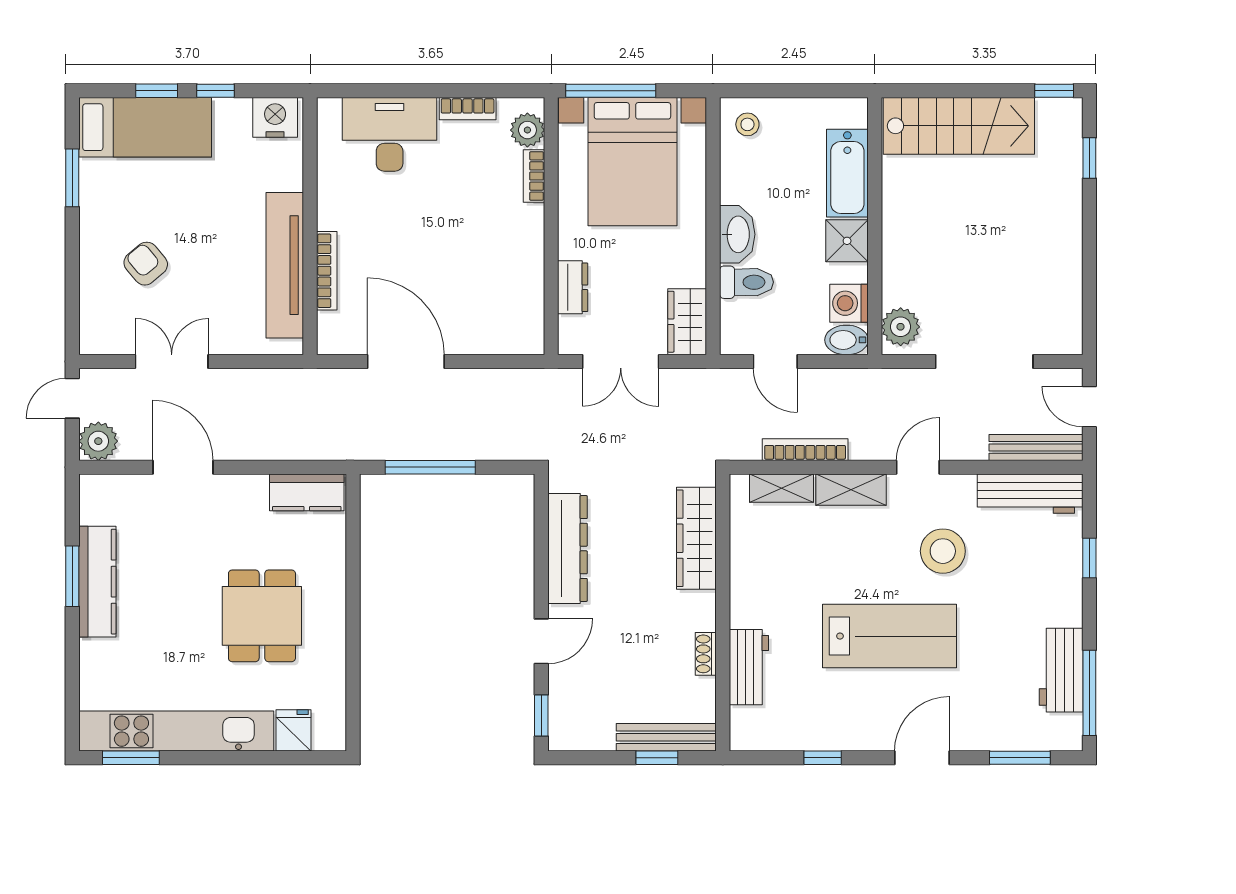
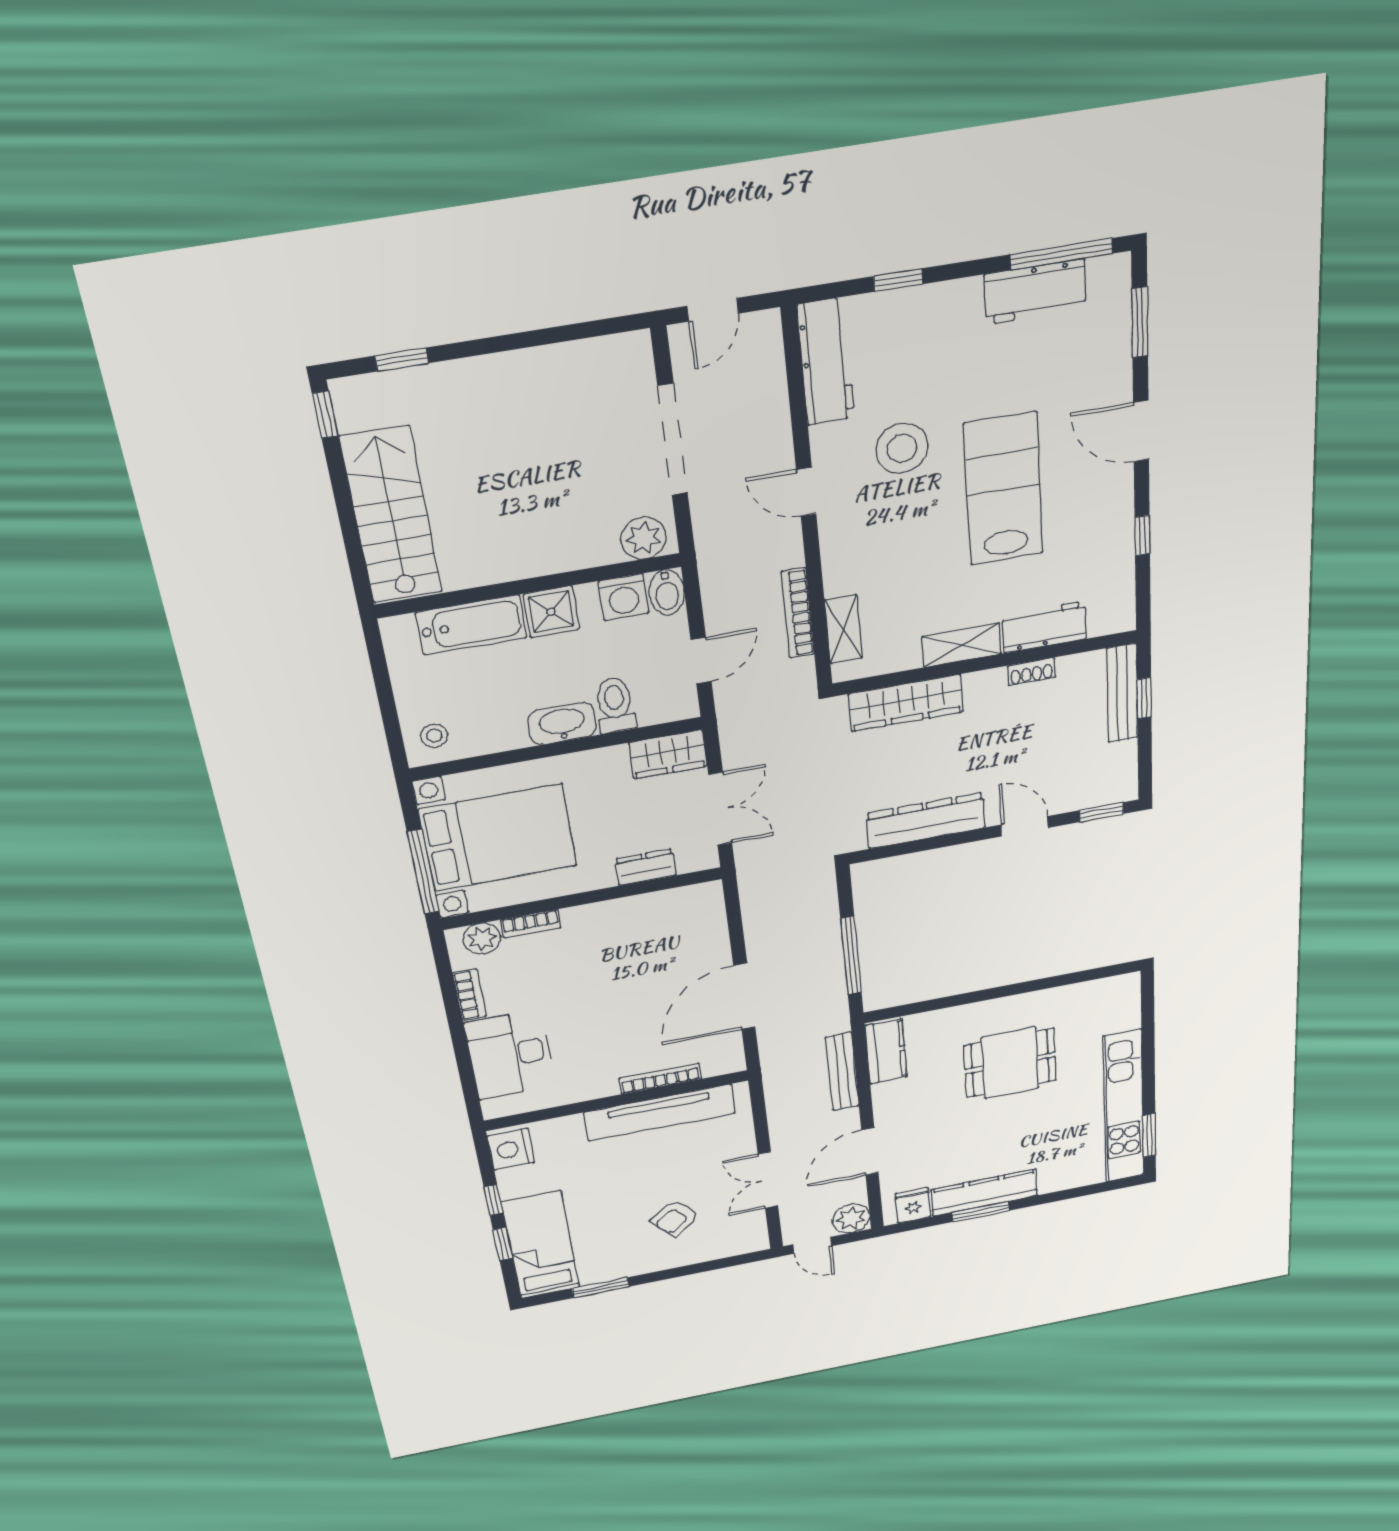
bench: (1036, 447) -> (842, 1072), moved
shelving: (851, 490) -> (962, 645), moved, turned 90
fridge: (294, 730) -> (913, 1205), moved, turned 90

